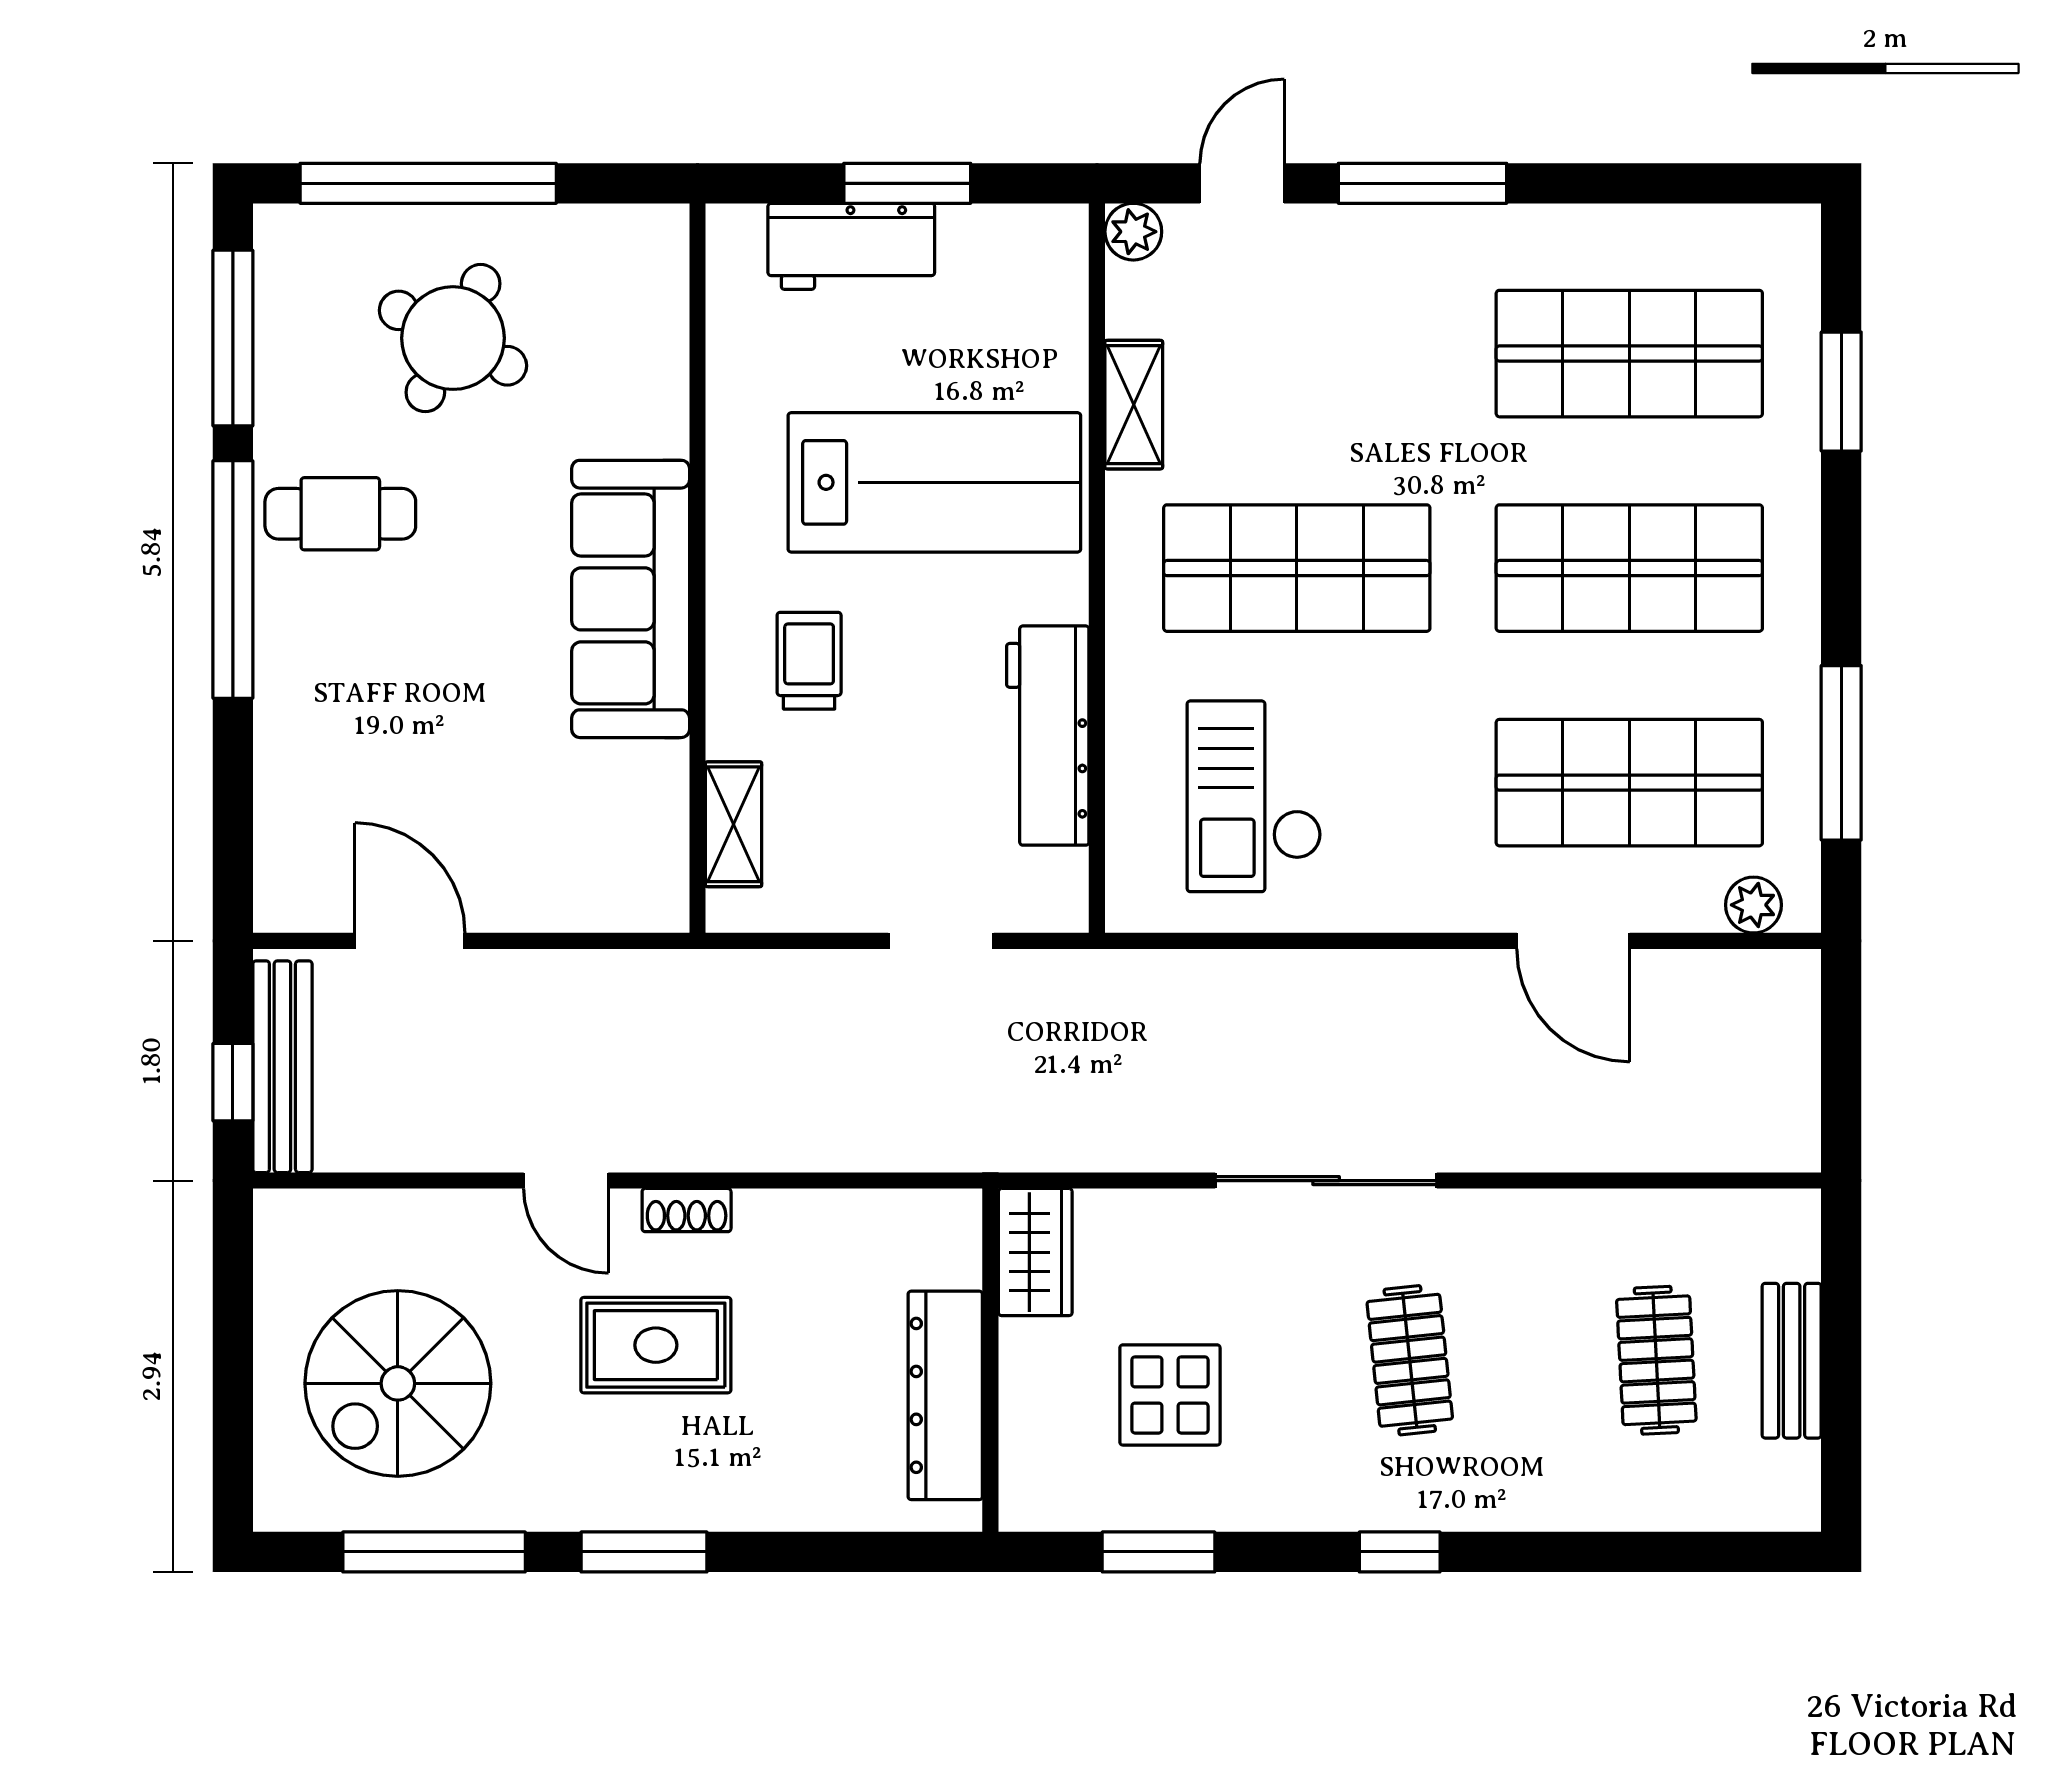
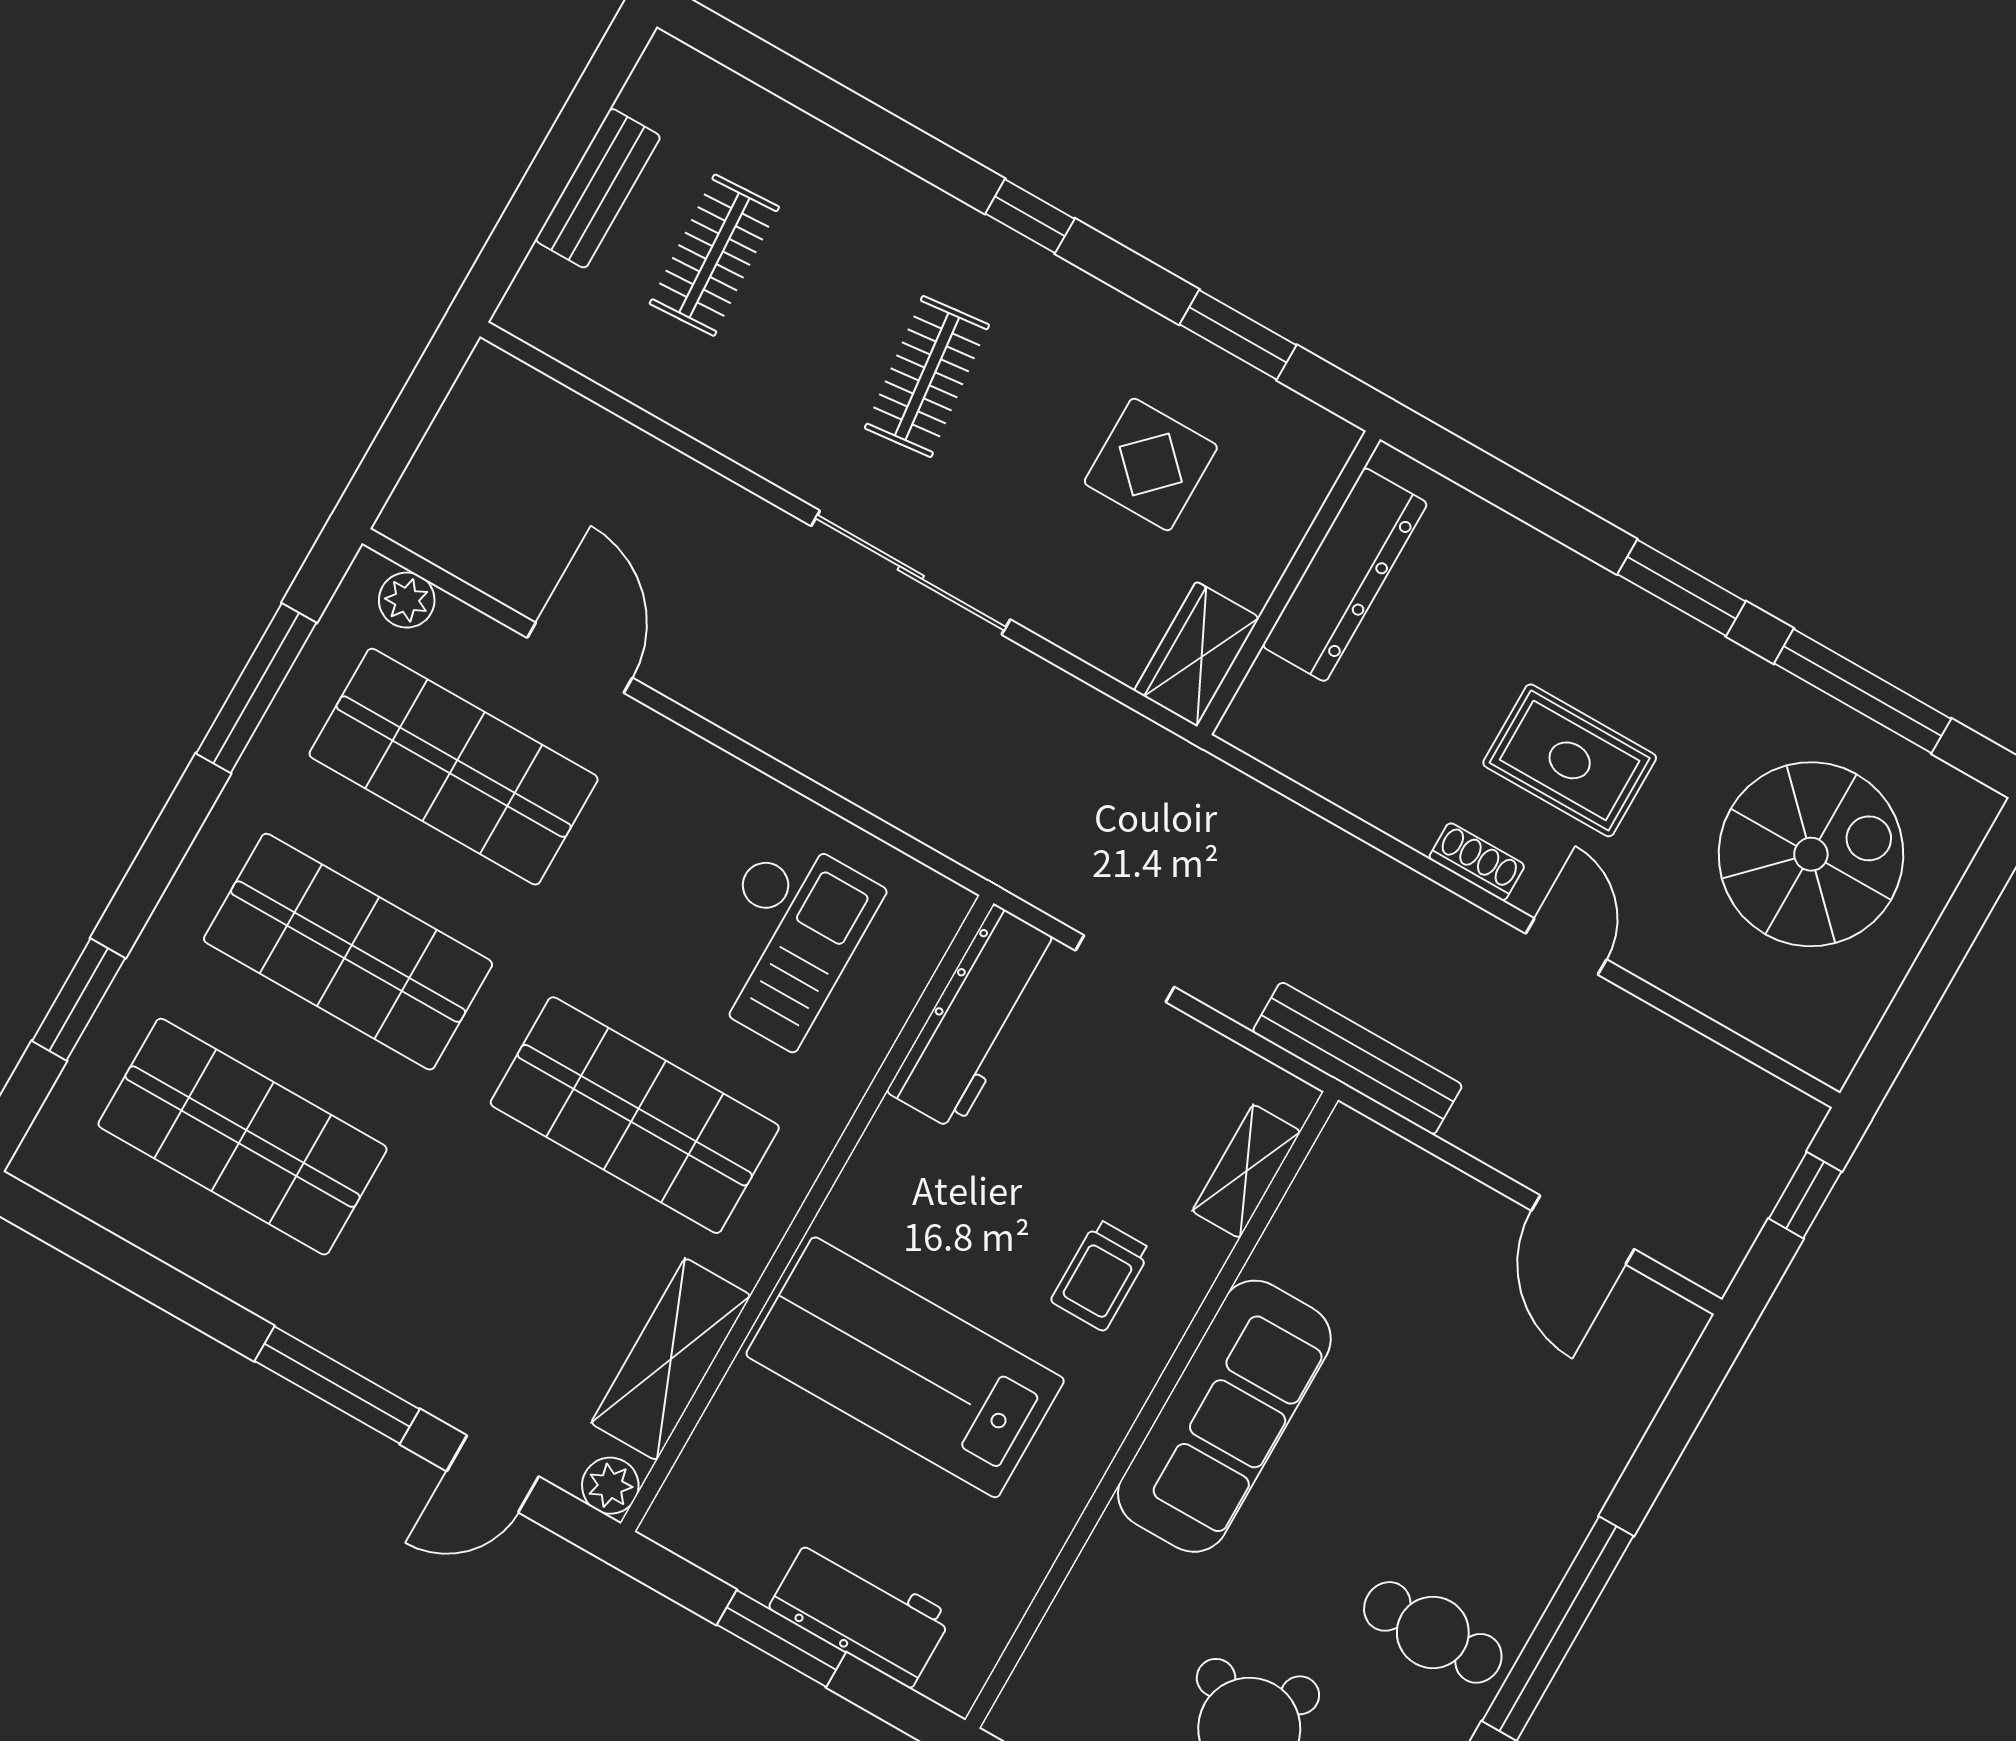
shelving: (1134, 405) -> (671, 1359), width x1.50, depth x1.33
workbench: (1048, 736) -> (975, 1018), moved
bench: (282, 1067) -> (1357, 1058), moved, turned 90

